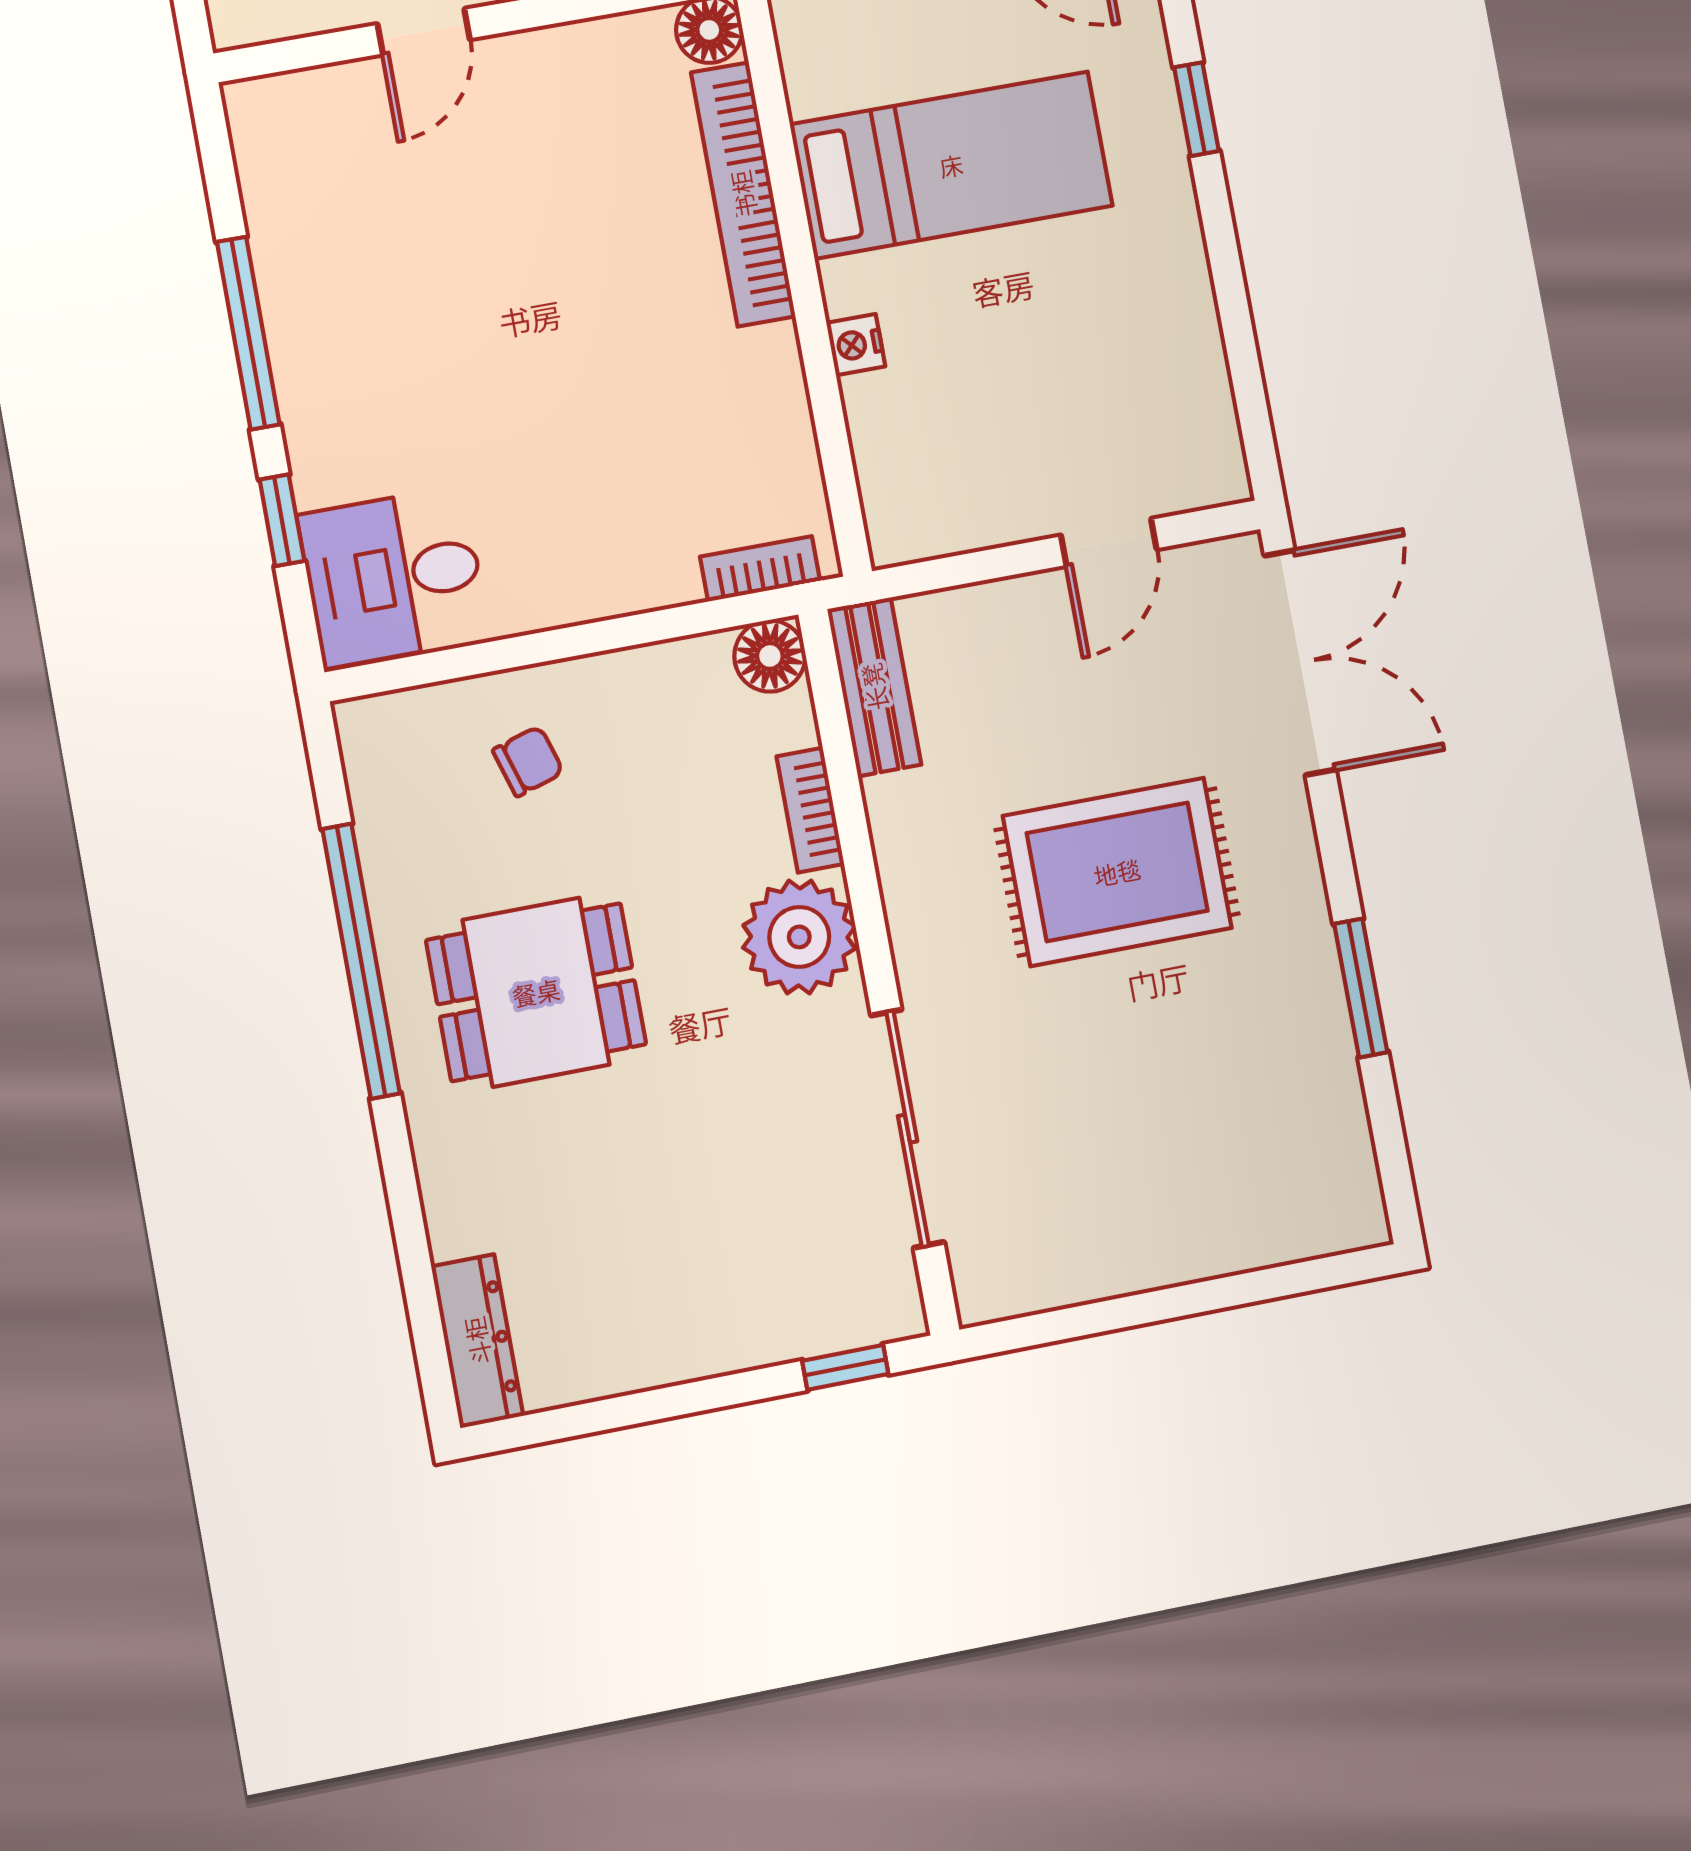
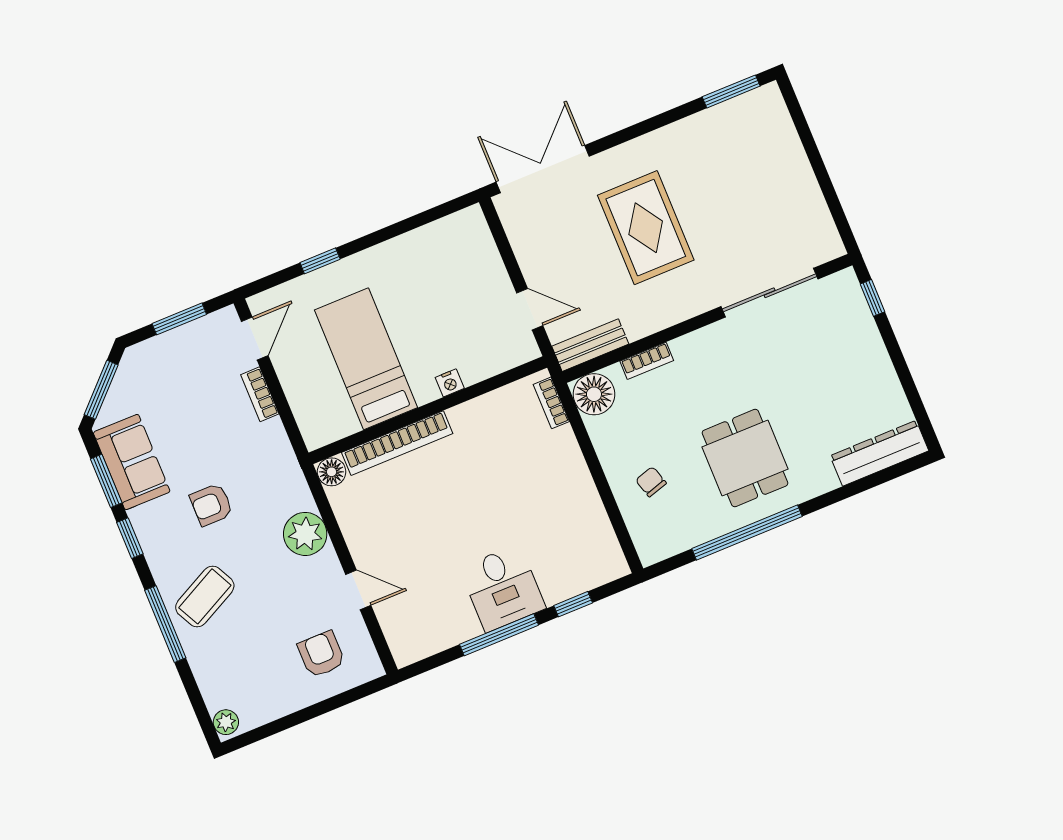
door: (1109, 542) -> (530, 309), moved
desk: (394, 577) -> (503, 588), moved
floor lamp: (770, 656) -> (594, 394), width x1.38, depth x1.38
plant: (799, 937) -> (700, 354), removed
window: (1361, 988) -> (731, 91), moved
dresser: (477, 1341) -> (879, 453), width x1.37, depth x1.24

